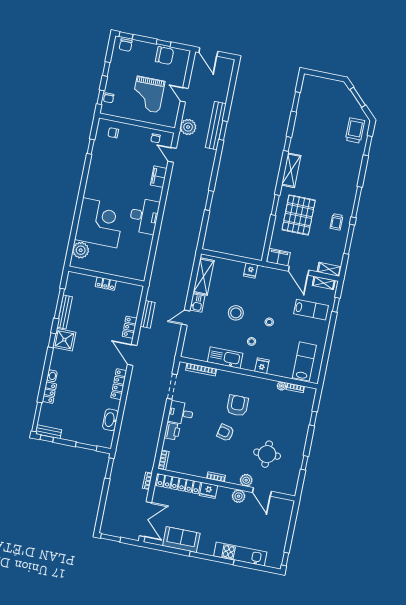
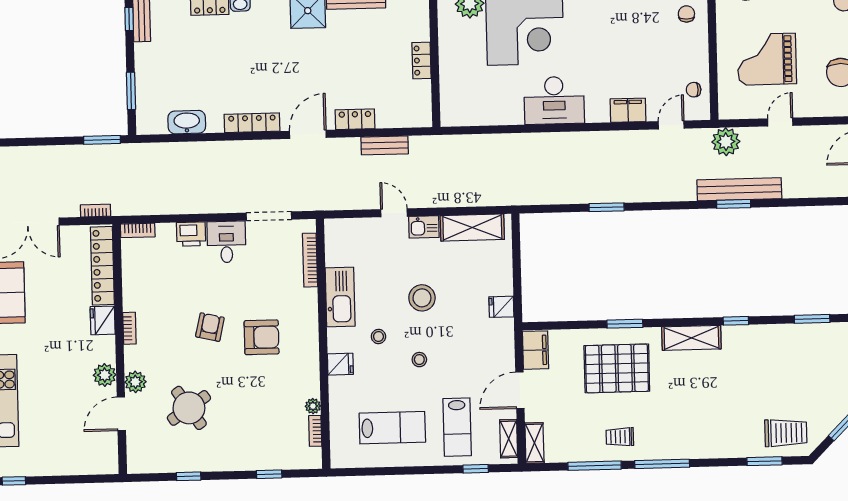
lab bench: (304, 361) -> (392, 428), moved
round table: (267, 454) -> (189, 408), turned -34

